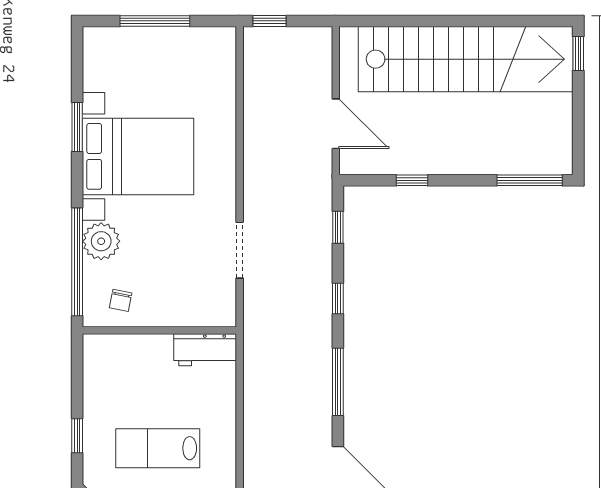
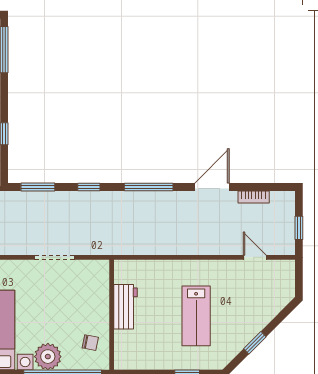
window: (338, 227) -> (38, 187), width x1.50
workbench: (205, 350) -> (126, 307), moved

